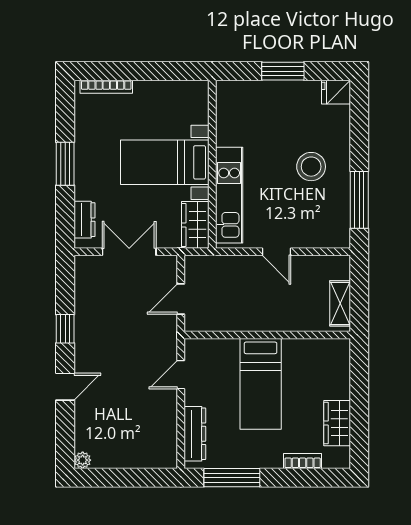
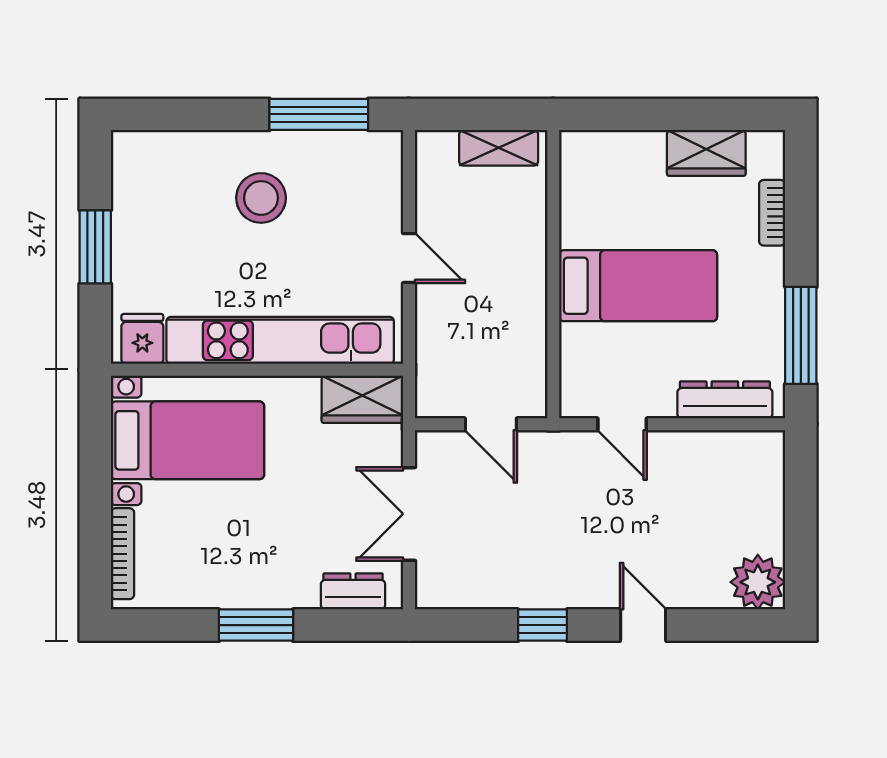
fridge: (336, 92) -> (142, 339), moved, turned 180
bed with nightstands: (165, 162) -> (187, 440), moved, turned -90
kitchen unit: (229, 195) -> (280, 340), width x1.36
door: (276, 252) -> (409, 258), hinge flipped
plant: (83, 460) -> (758, 582), width x1.87, depth x1.87

